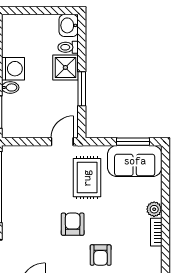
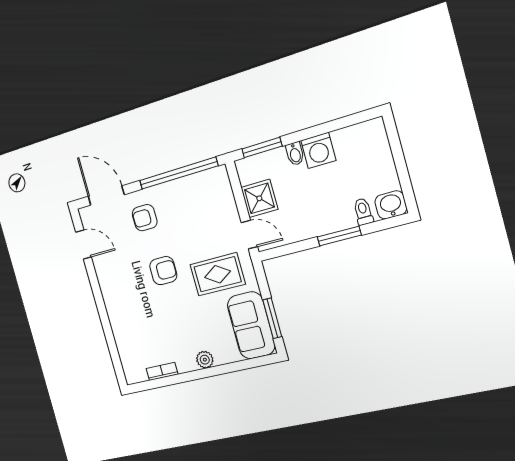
shower: (65, 67) -> (259, 198), moved
window: (82, 89) -> (339, 236), moved
bookcase: (156, 232) -> (162, 371), moved
armchair: (101, 255) -> (145, 218), moved

